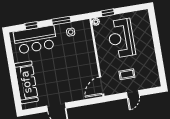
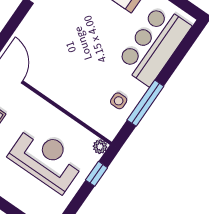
window: (61, 21) -> (145, 103), width x1.44
window: (31, 26) -> (177, 58), removed

